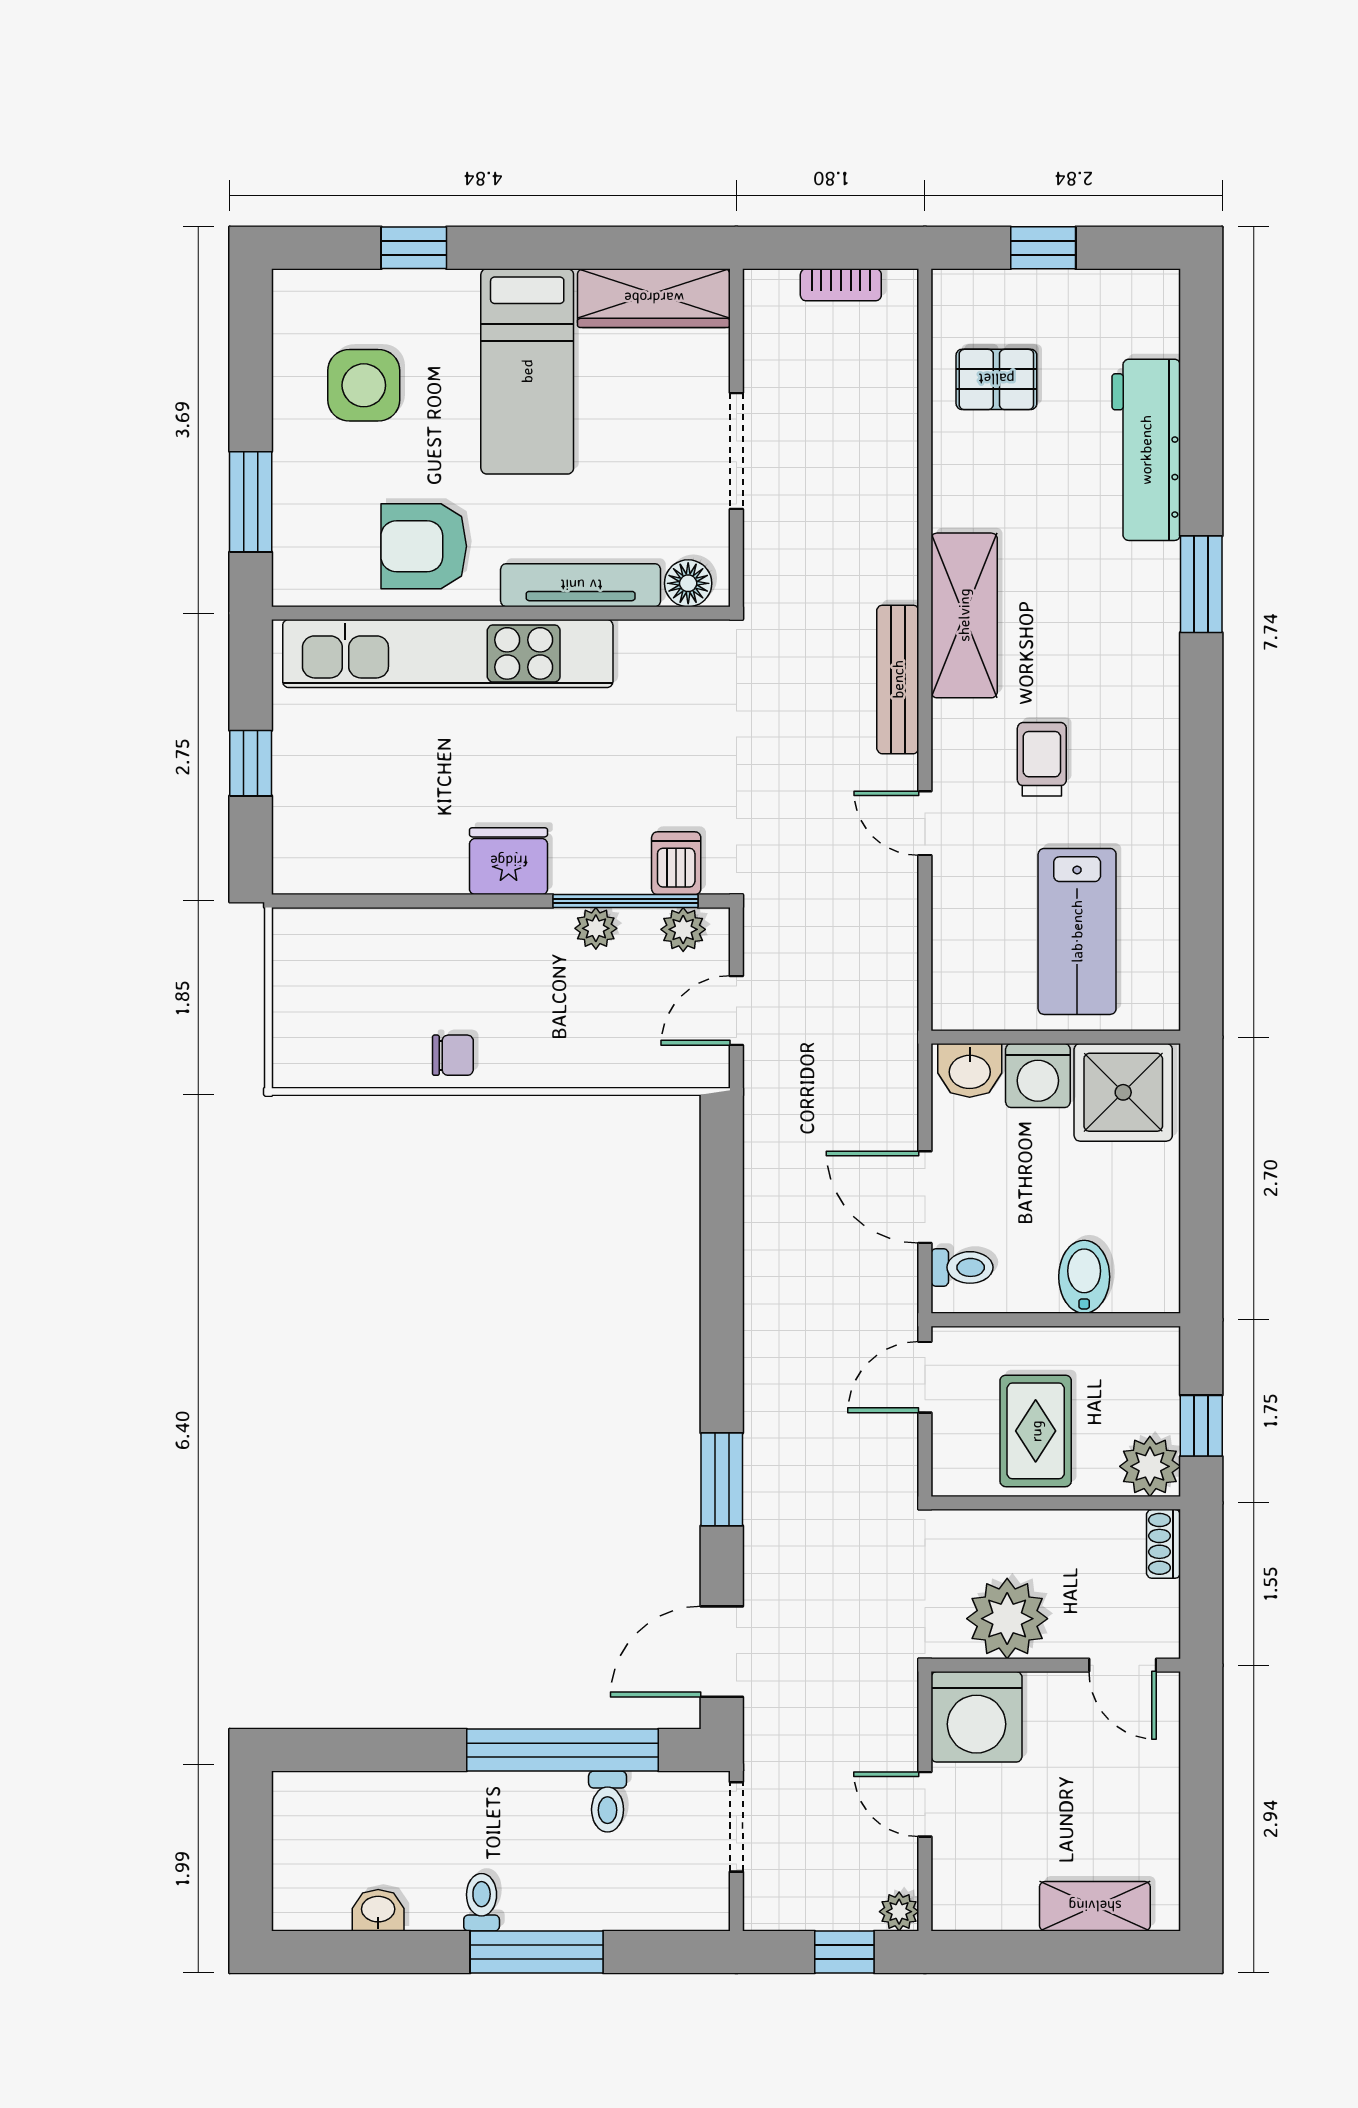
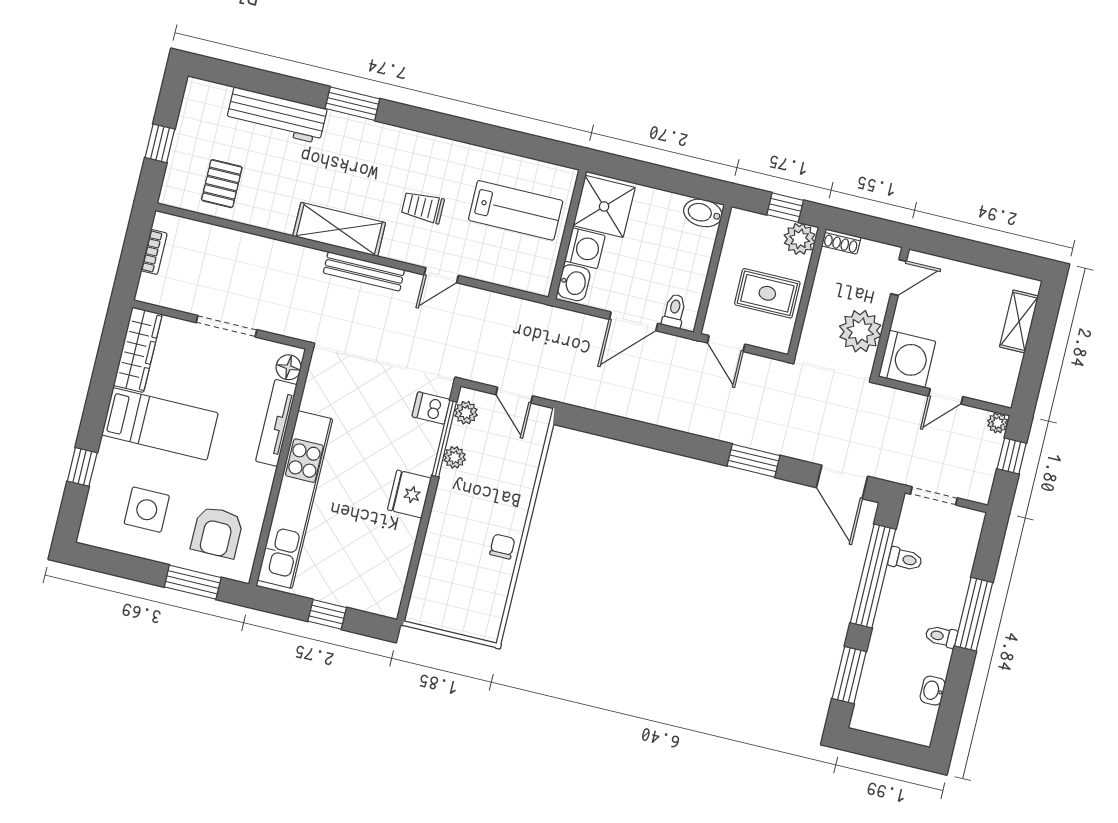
armchair: (424, 546) -> (217, 532), moved
bidet: (1084, 1277) -> (703, 213), moved
window: (370, 1750) -> (849, 675), added

